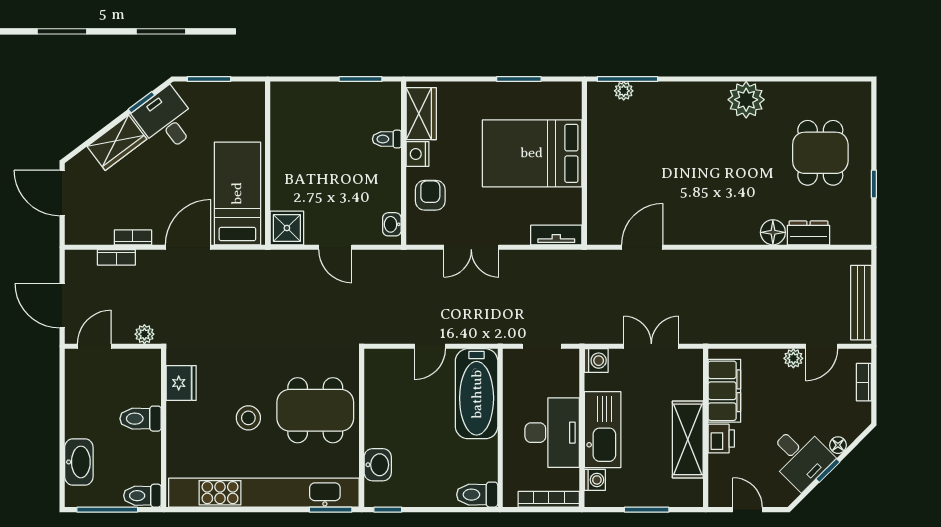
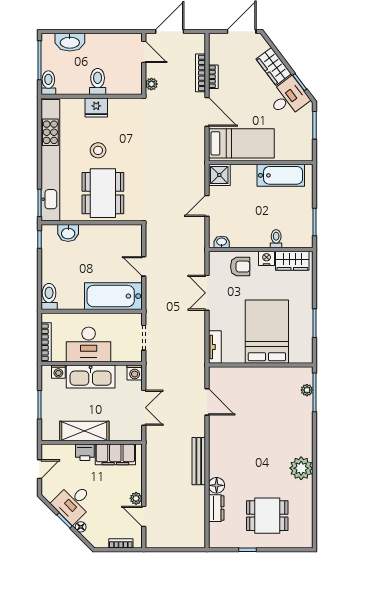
bathtub: (288, 132) -> (281, 175), added
bookcase: (116, 257) -> (201, 73), width x1.56
bench: (861, 303) -> (199, 461), moved, turned 90
fridge: (181, 383) -> (96, 107), moved

